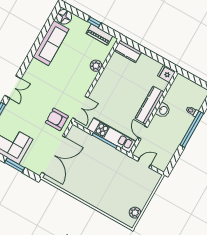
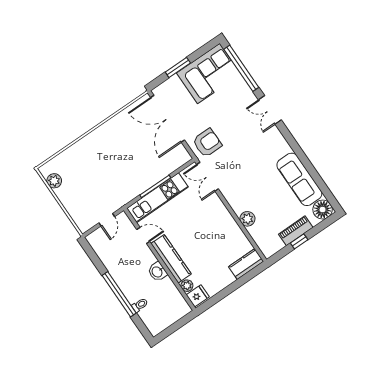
piano: (99, 35) -> (296, 231), moved
plant: (163, 85) -> (187, 286), added

